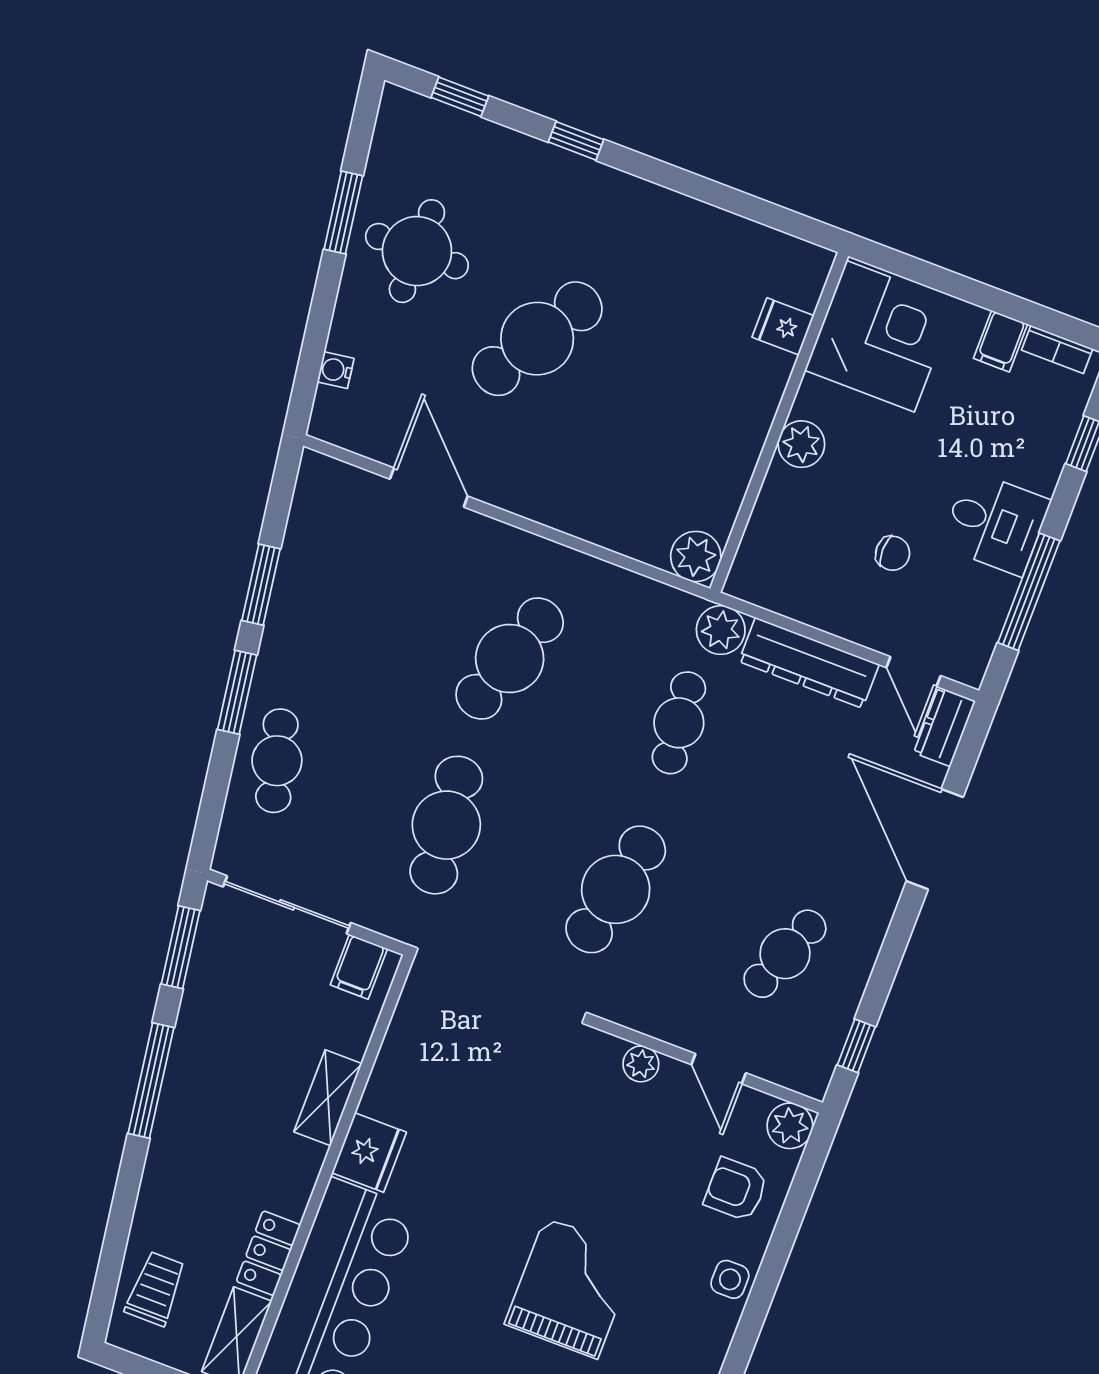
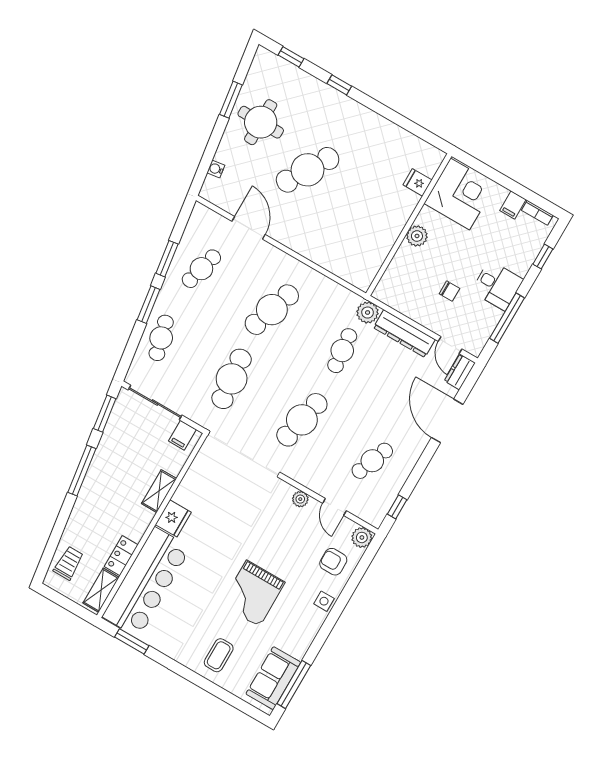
plant: (696, 556) -> (362, 278), removed
cafe table: (340, 594) -> (201, 269), added
grand piano: (571, 1288) -> (253, 593), turned 180

